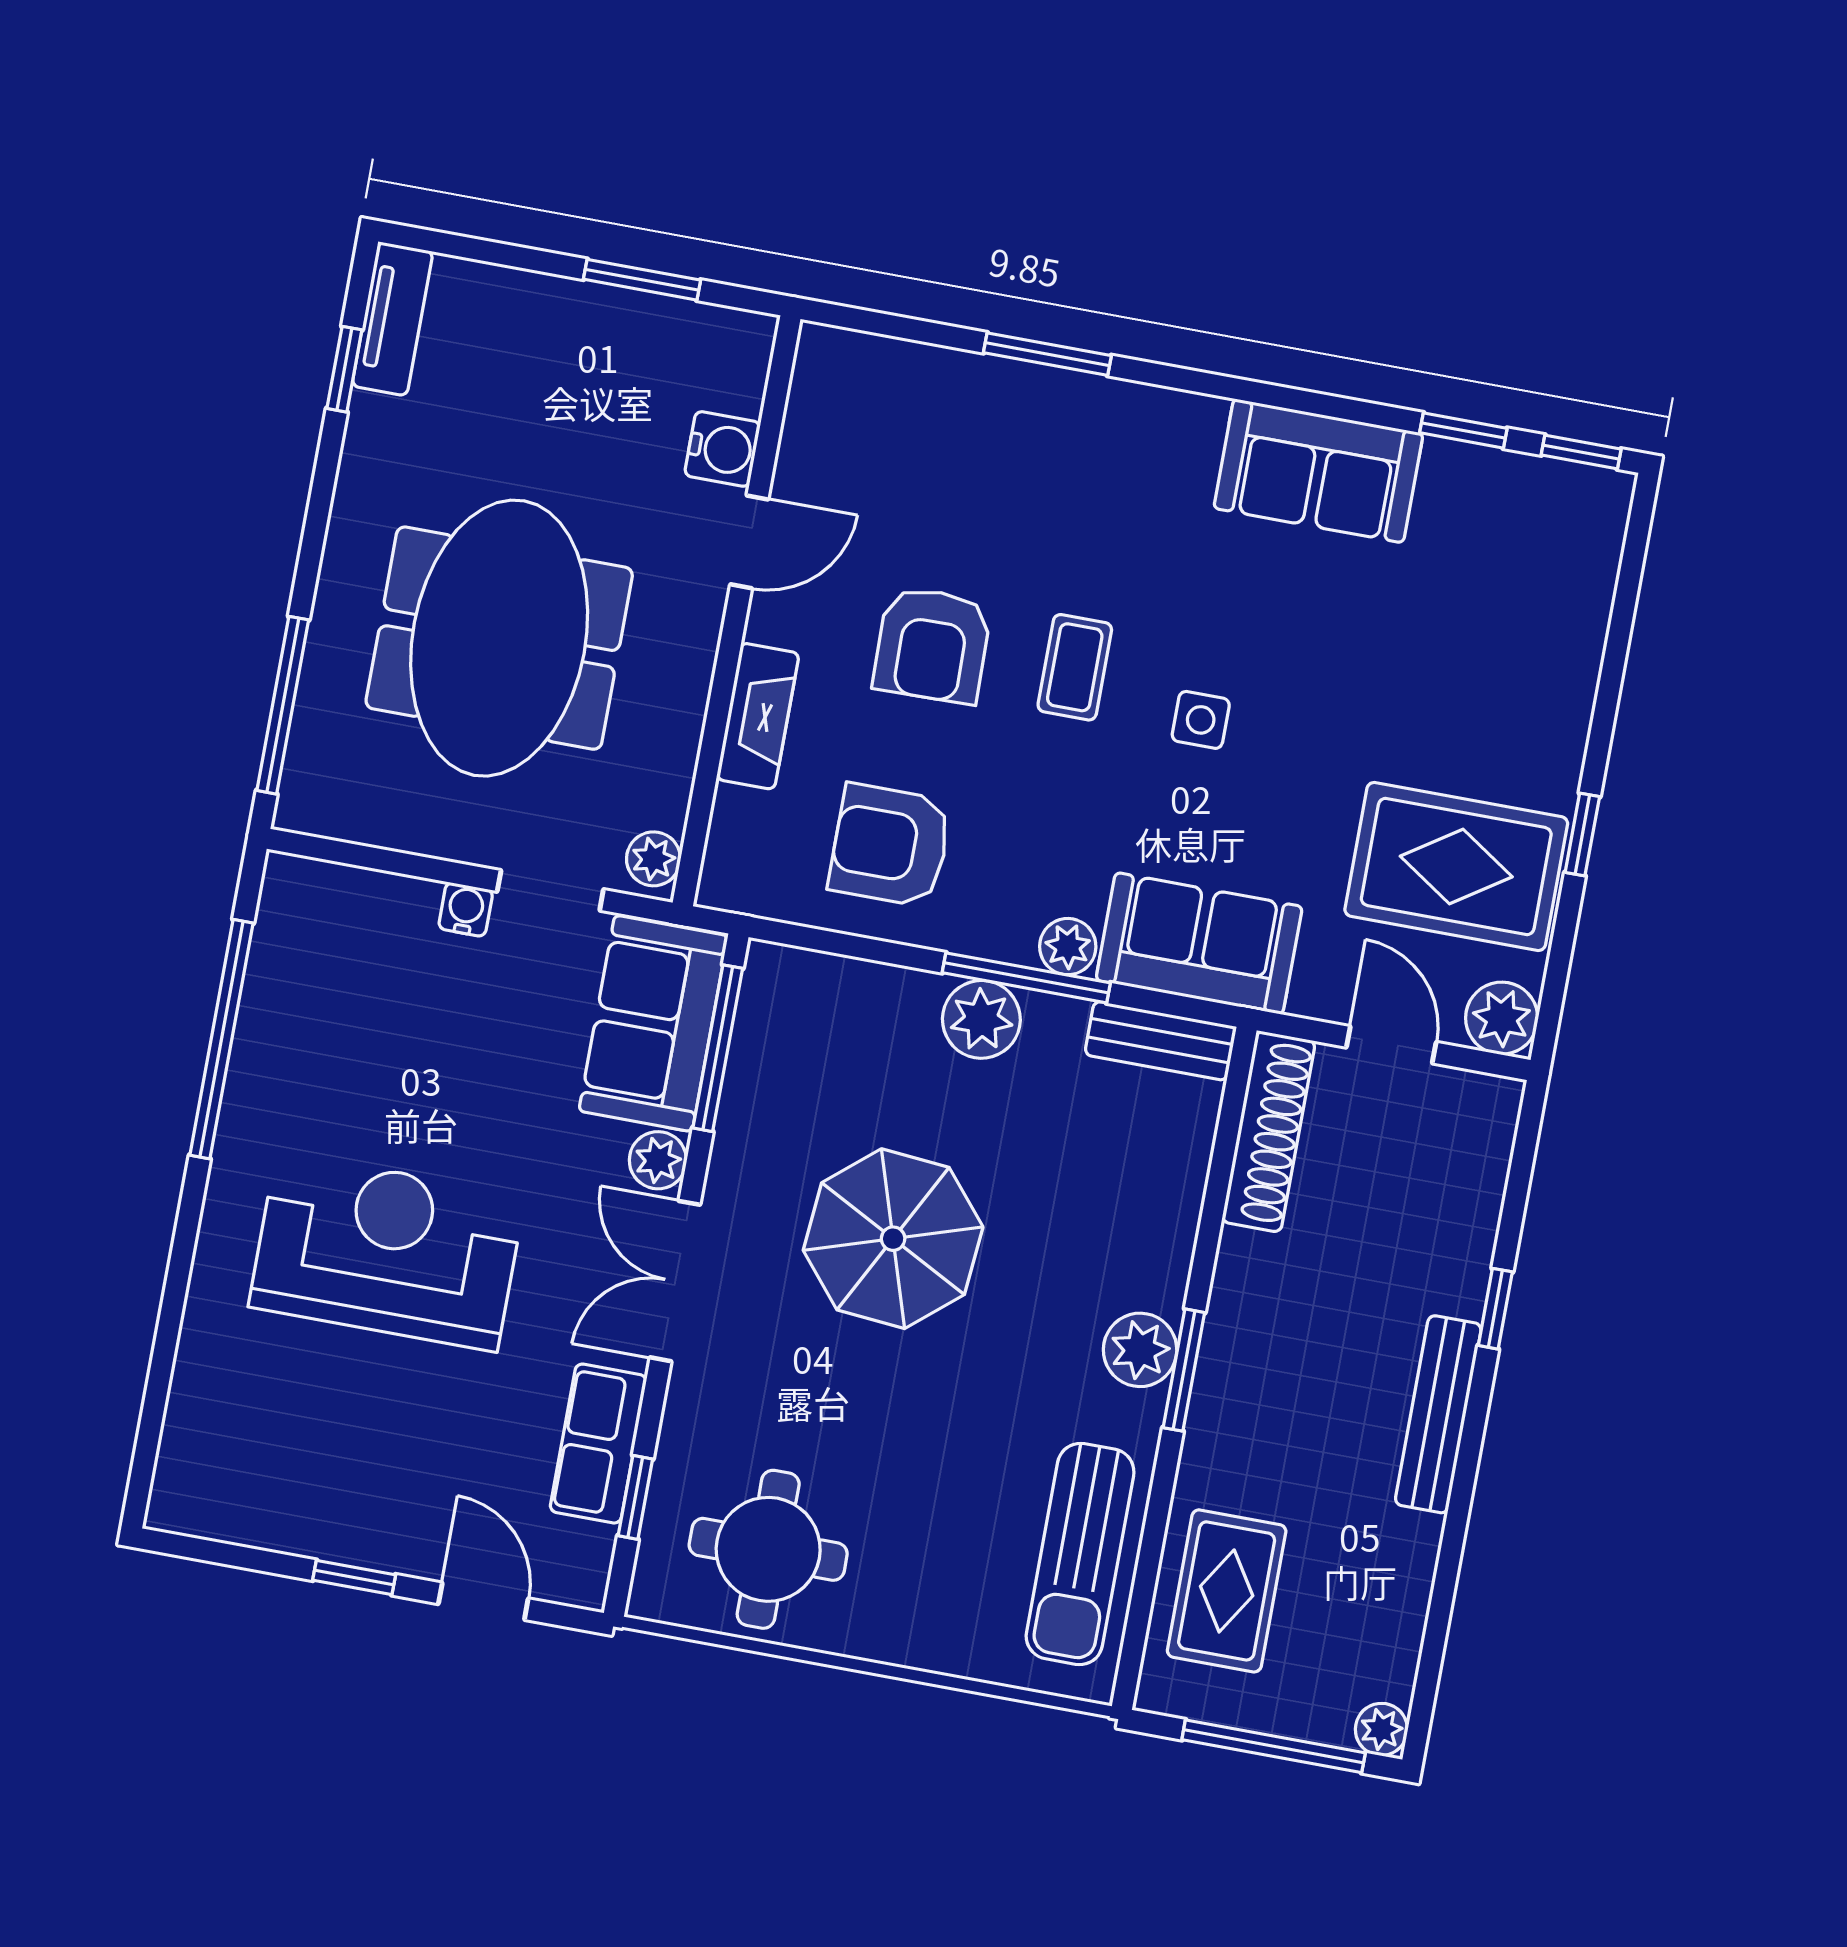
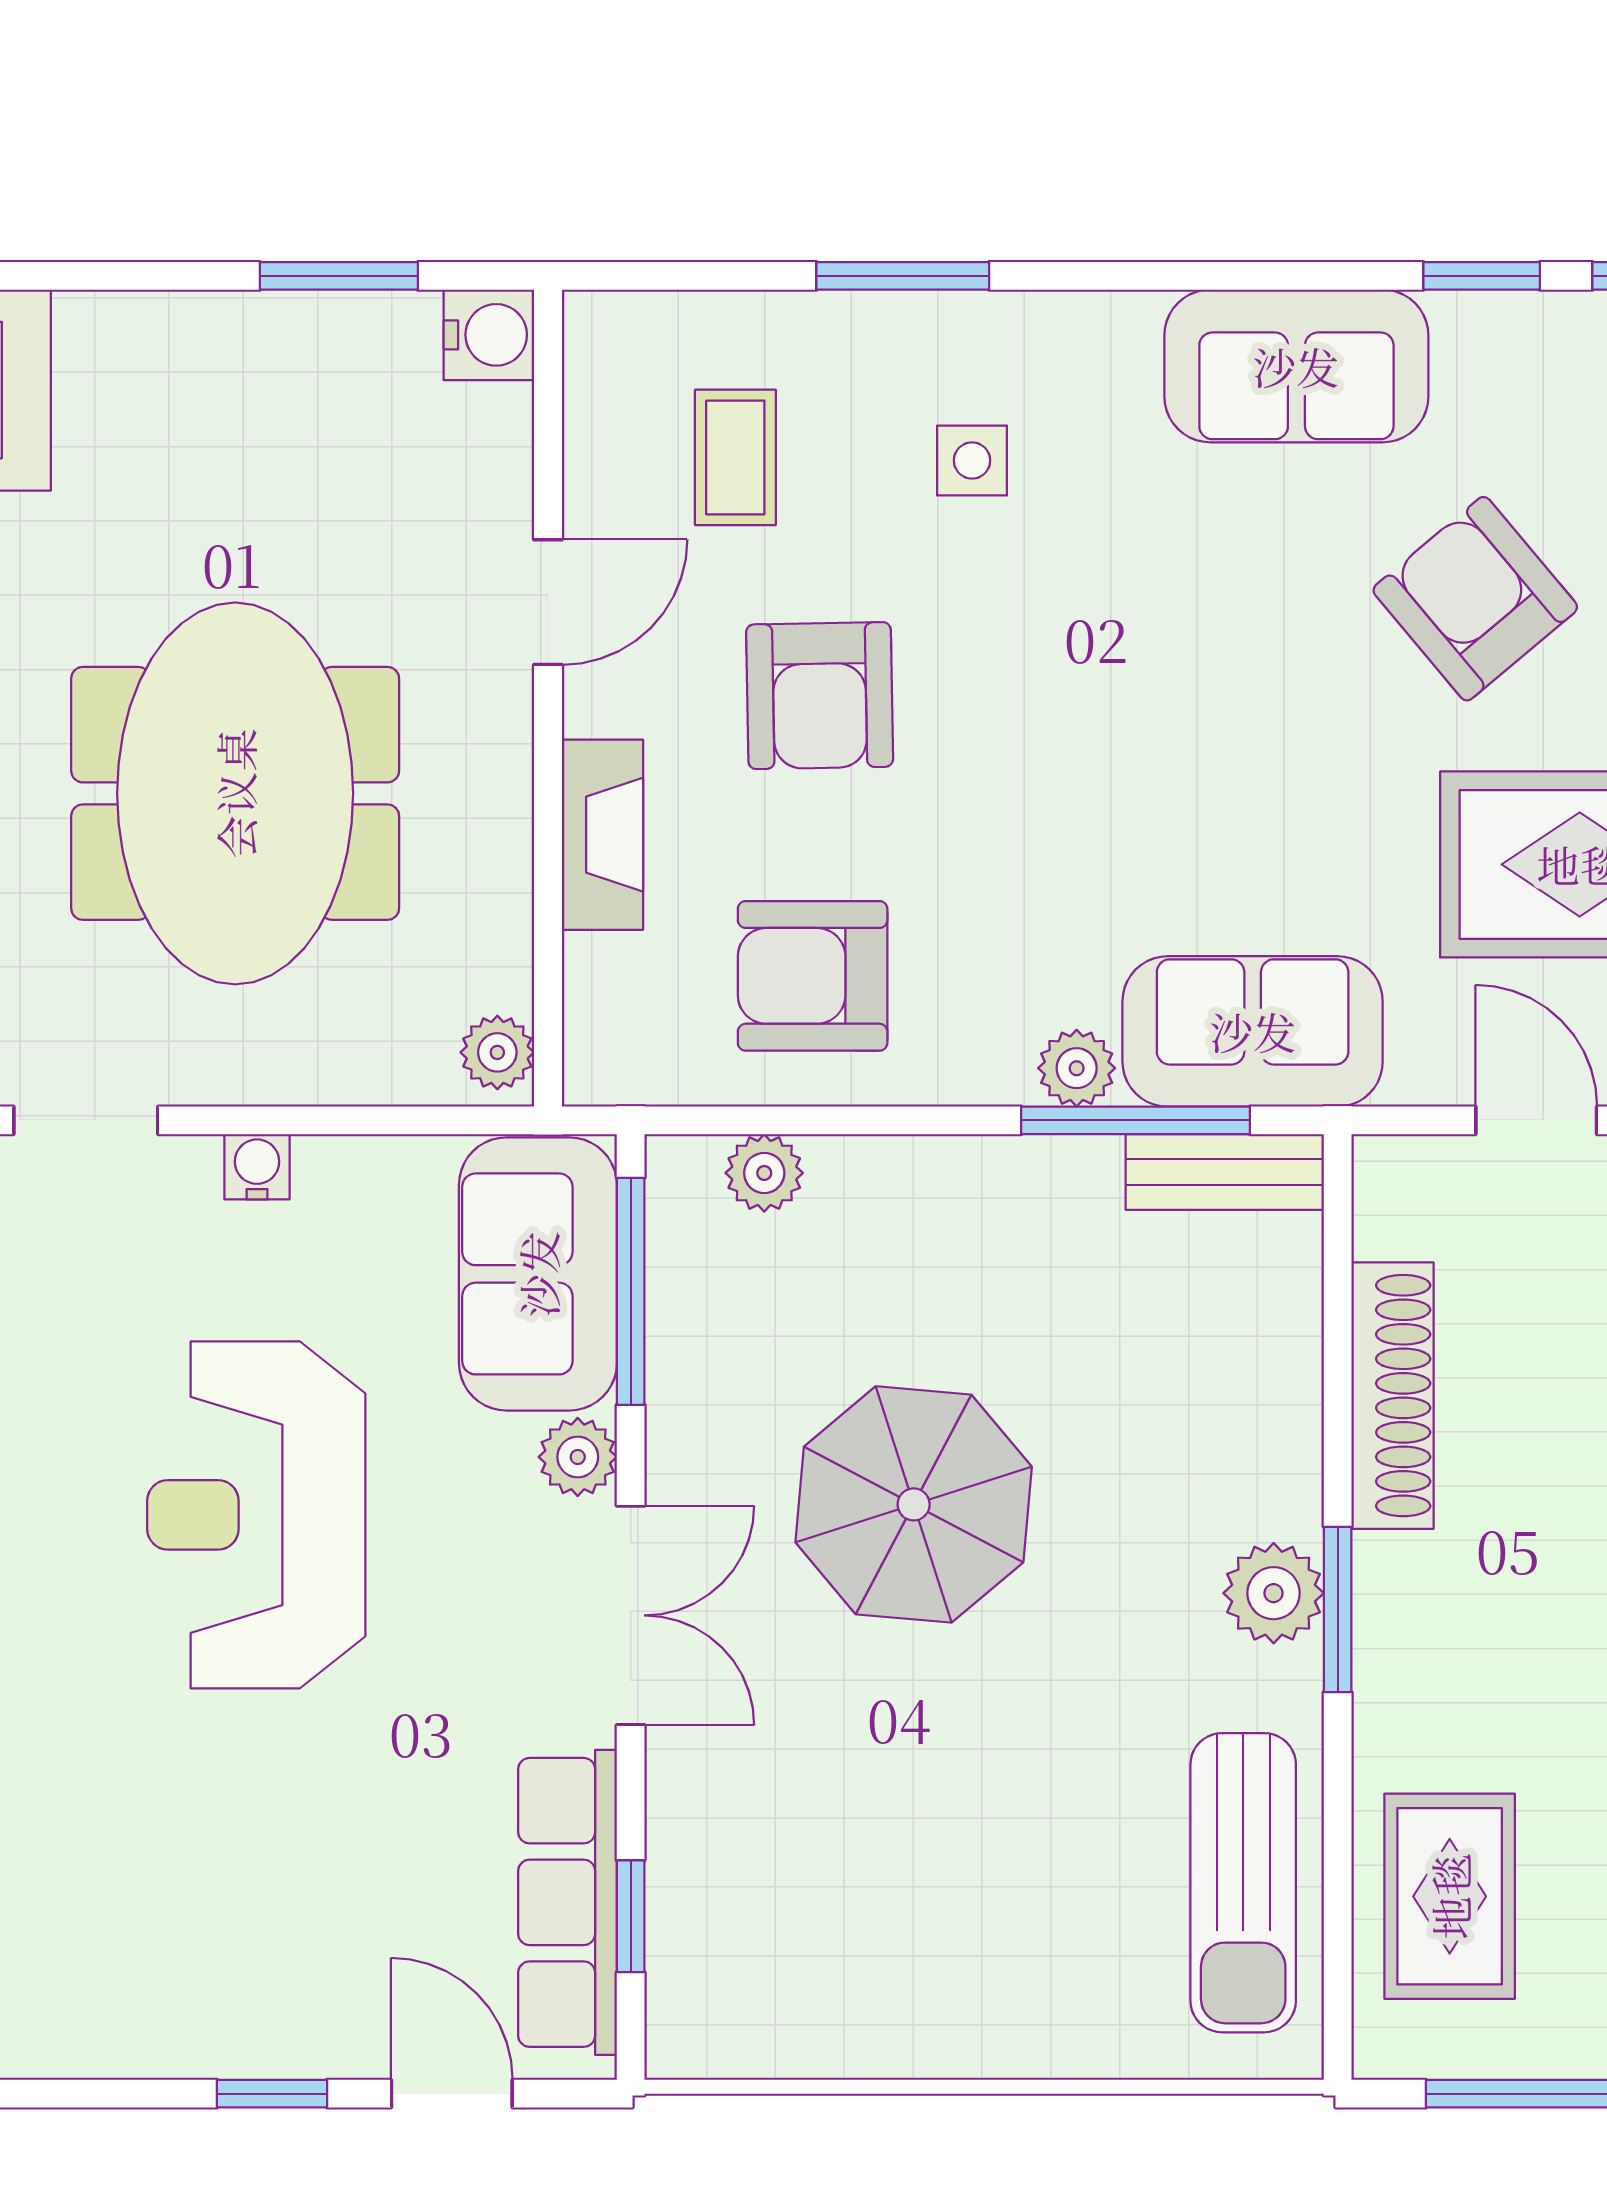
water cooler: (722, 449) -> (489, 335), moved
armchair: (1416, 662) -> (1475, 599), added
coffee table: (1075, 667) -> (735, 457), moved
side table: (1201, 720) -> (972, 460), moved
doorway: (550, 890) -> (86, 1120), moved
window: (1026, 978) -> (1135, 1120), moved
plant: (981, 1019) -> (764, 1173), moved, width x0.73, depth x0.73
shoe rack: (1269, 1131) -> (1392, 1396), moved
reception desk: (387, 1251) -> (256, 1515), moved, turned -90
double door: (675, 1281) -> (631, 1615), swing flipped
row of seats: (598, 1444) -> (567, 1902), width x1.48
round table: (768, 1549) -> (822, 1953), removed

